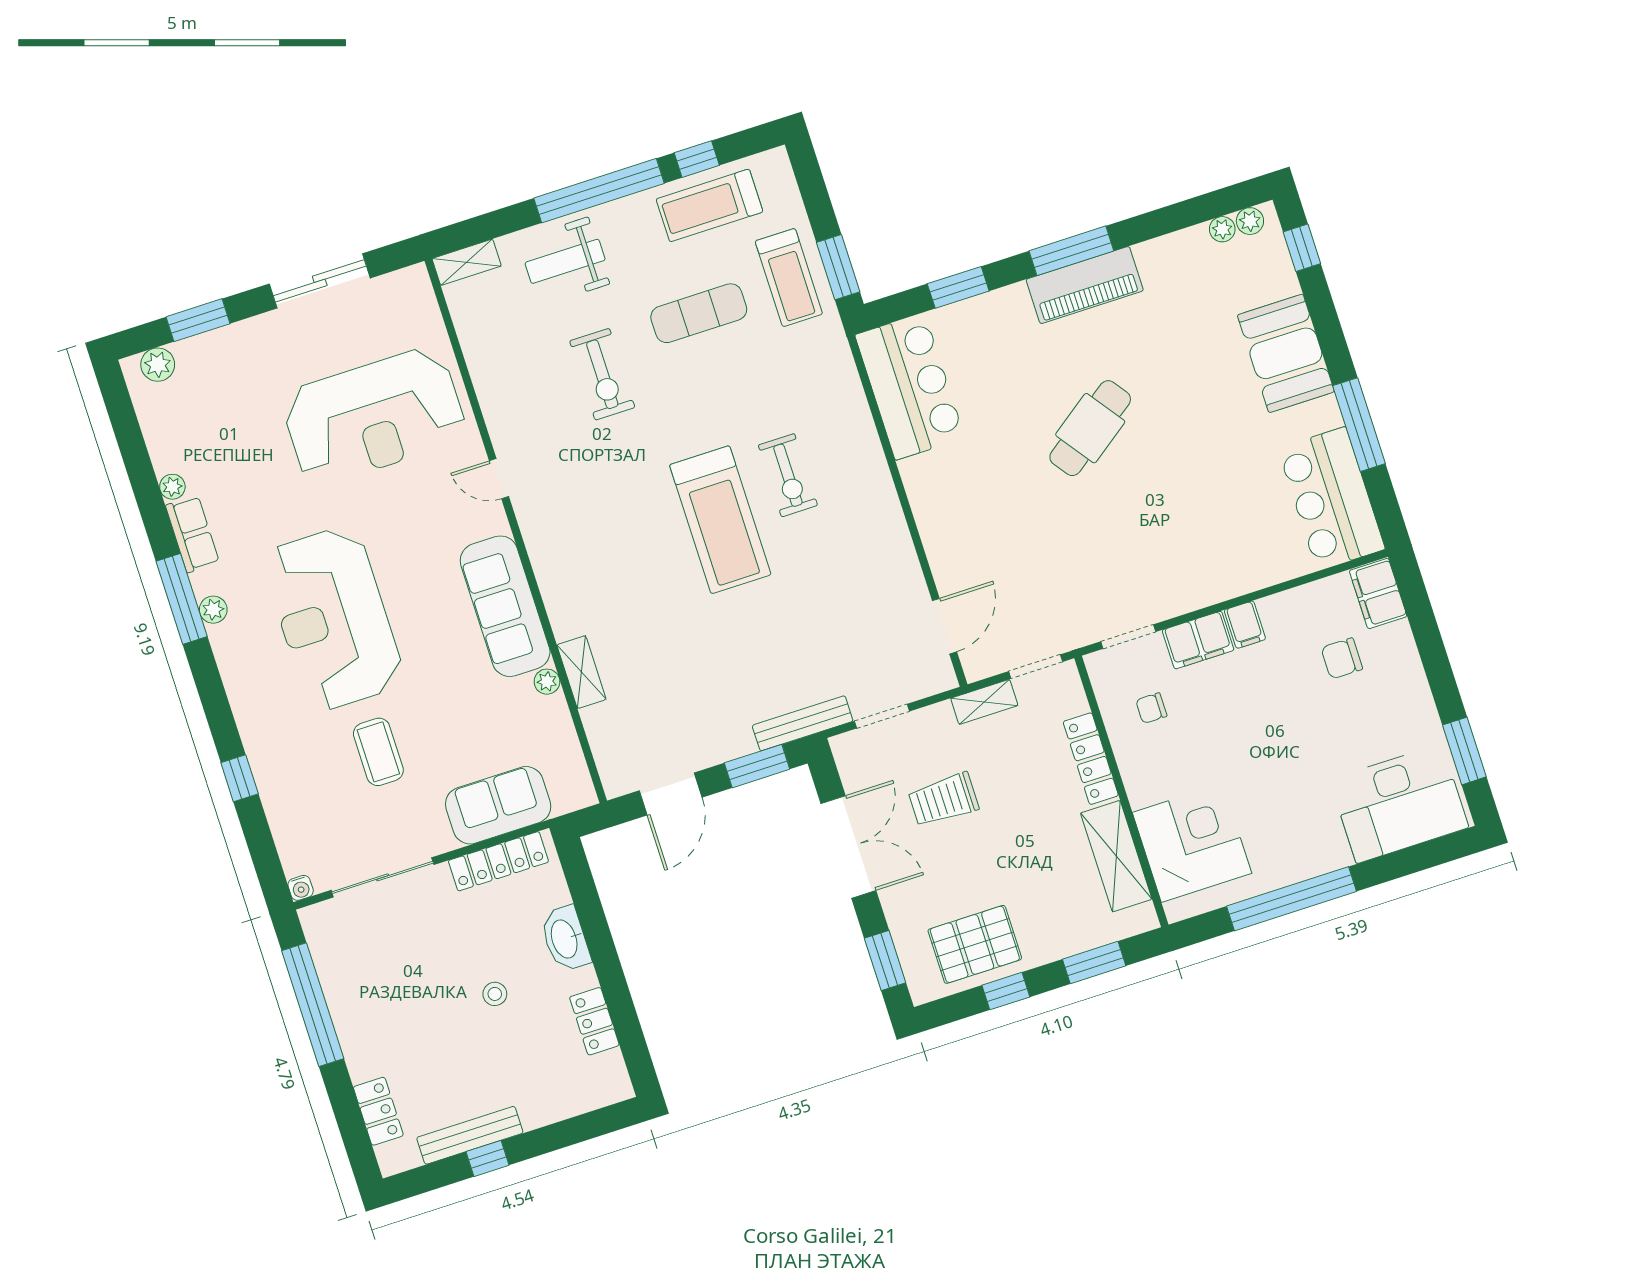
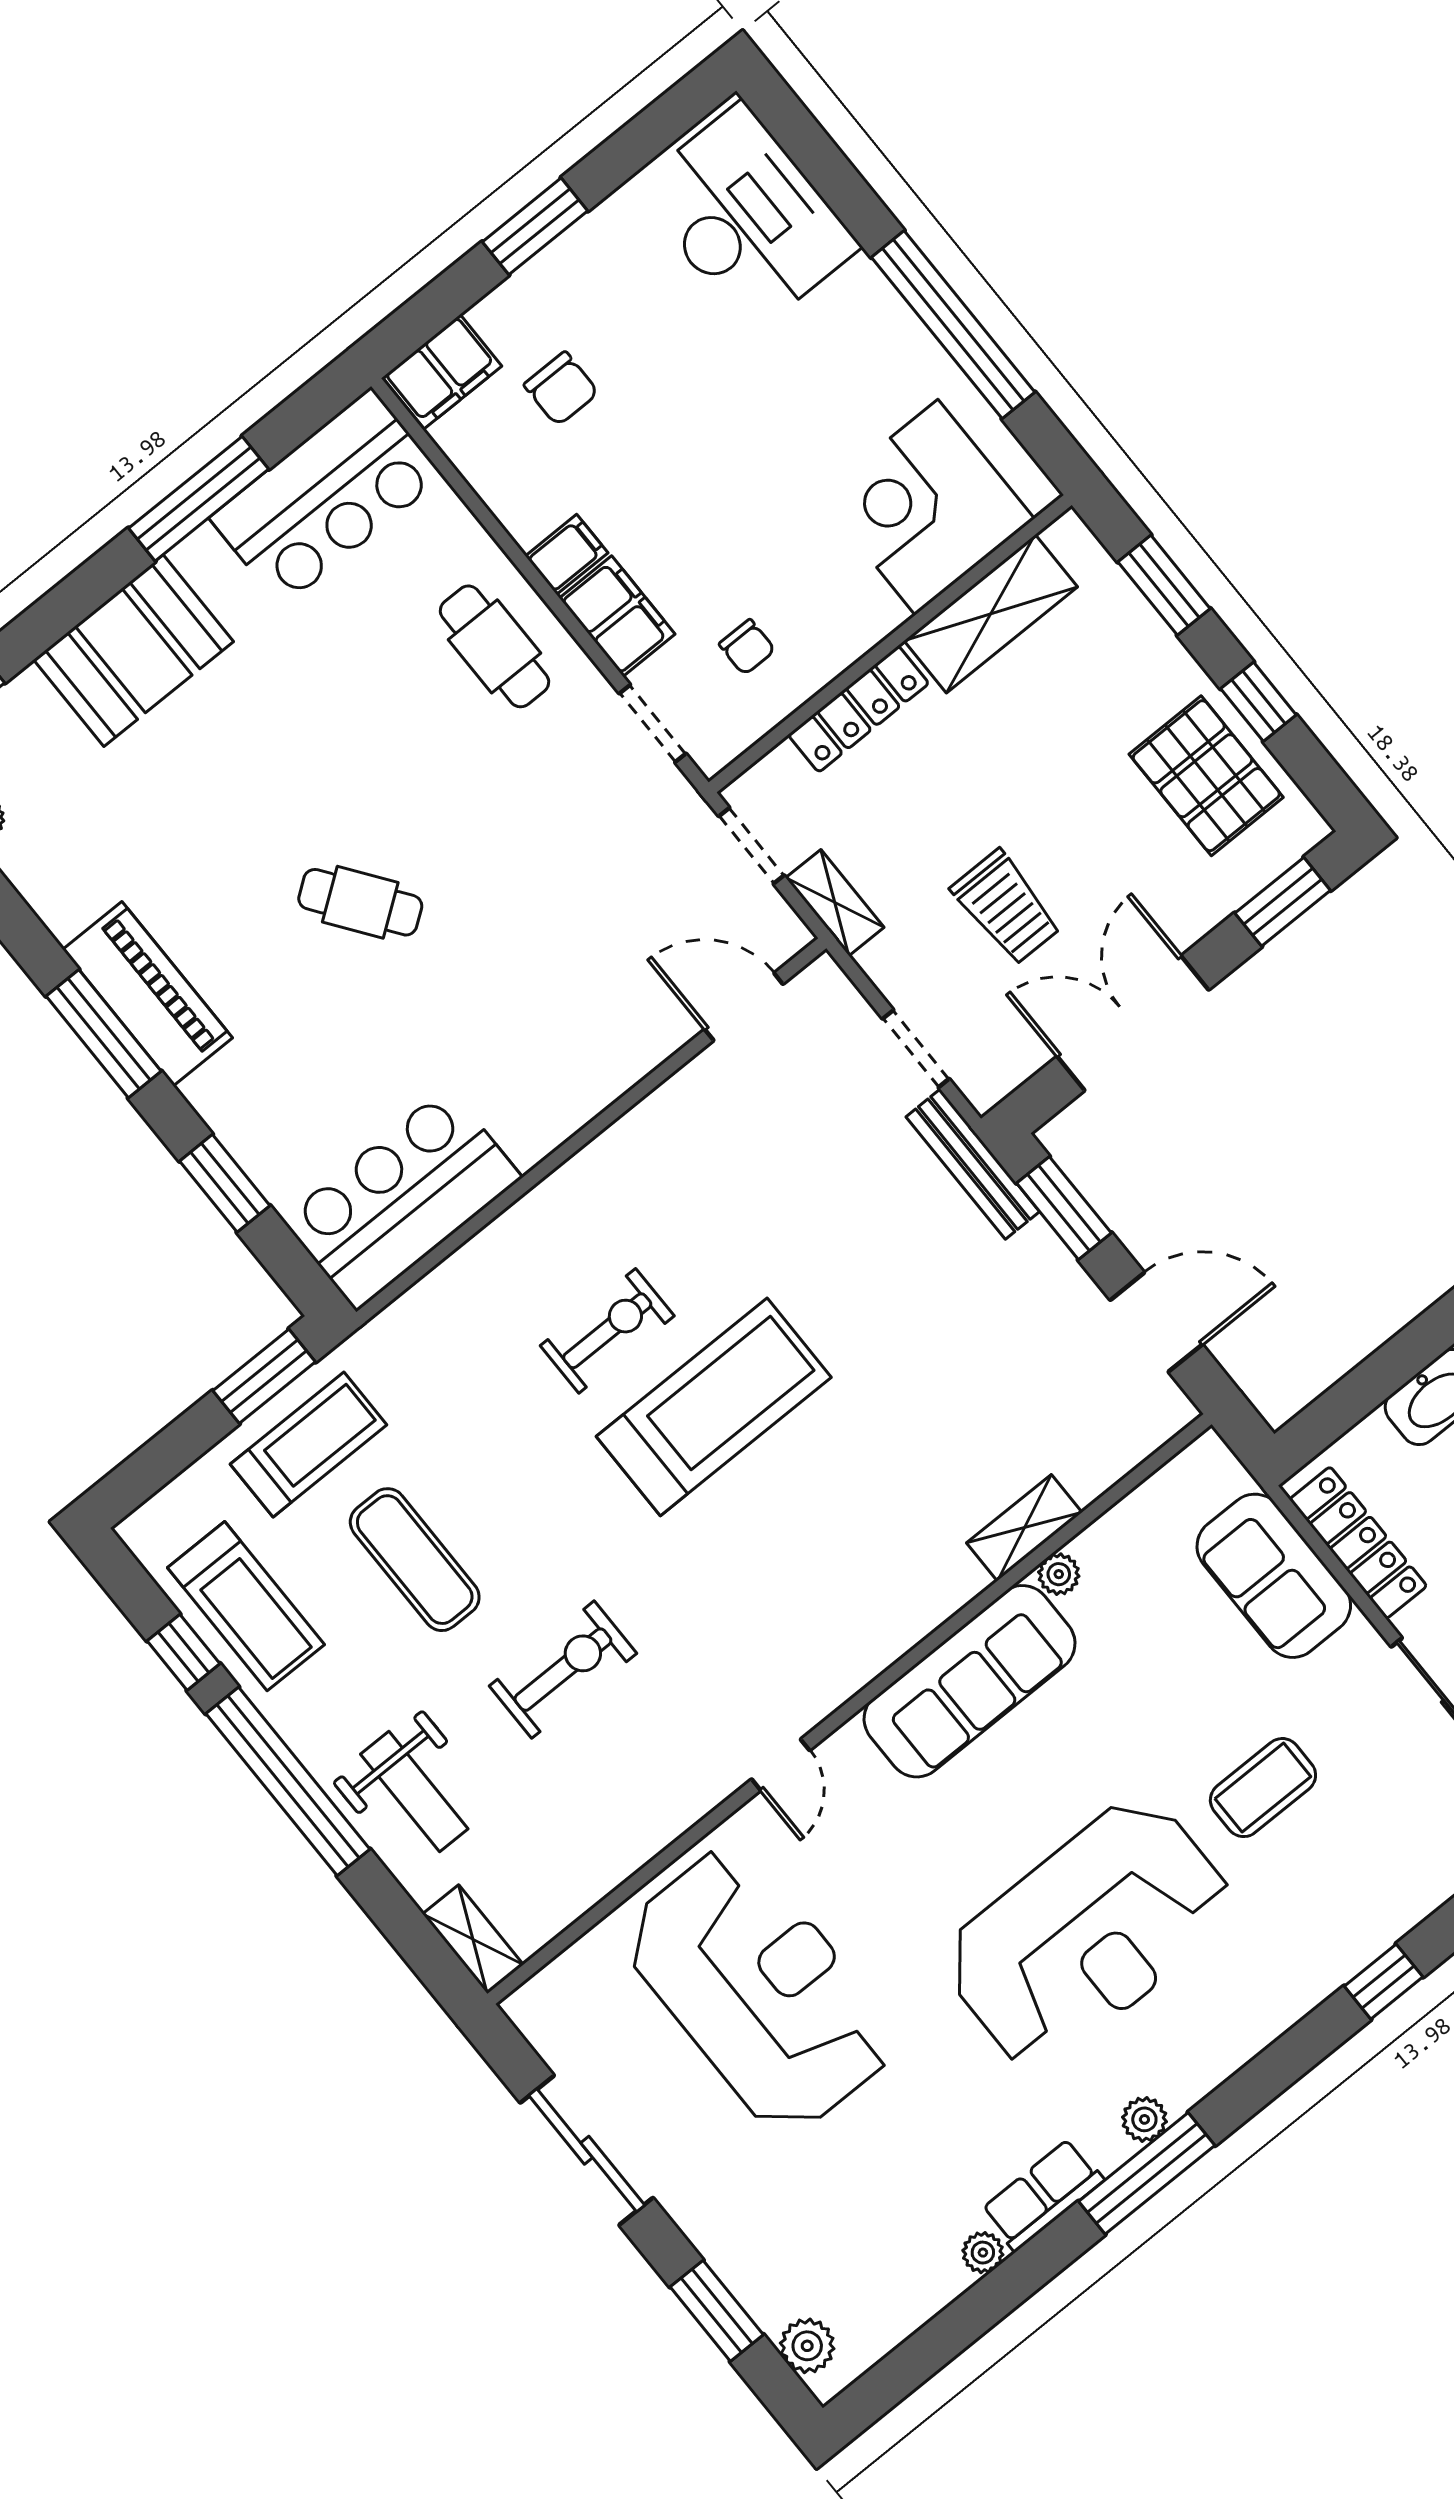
cafe table: (1090, 428) -> (360, 902), width x0.73, depth x0.74
cafe table: (1208, 563) -> (494, 646), added
window: (1464, 751) -> (535, 226), moved

